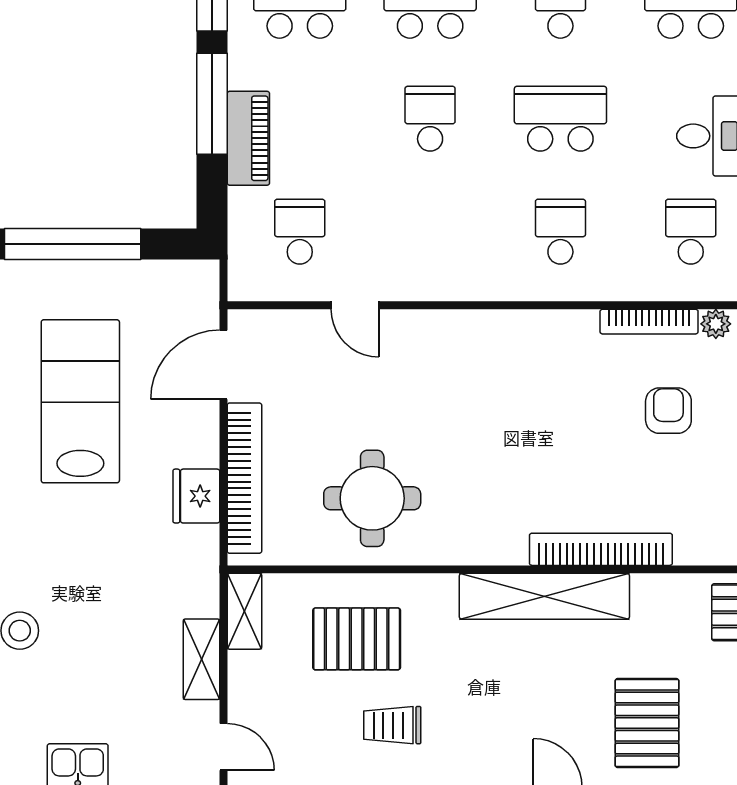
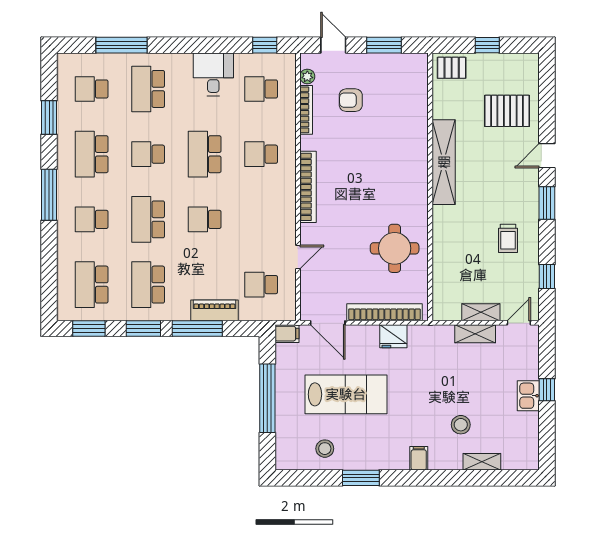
filing cabinet: (202, 283) -> (287, 334), added
lab bench: (80, 401) -> (346, 394), turned 180
bookcase: (601, 549) -> (308, 187), moved, turned 180
shelving: (244, 611) -> (481, 312), moved
pallet: (357, 639) -> (465, 256), removed

